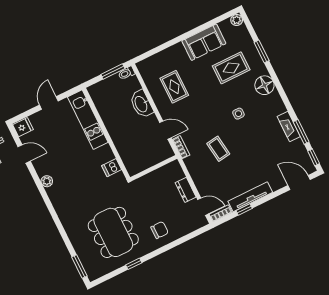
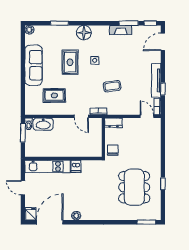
sofa: (204, 42) -> (34, 65), width x1.36
rug: (231, 68) -> (70, 62), moved
washbasin: (141, 104) -> (43, 124), moved
door: (165, 130) -> (81, 116), swing flipped
door: (24, 154) -> (50, 222), width x1.87
dishwasher: (112, 168) -> (76, 166), moved
dresser: (186, 190) -> (114, 123), moved
door: (203, 207) -> (147, 116), hinge flipped
chair: (160, 230) -> (113, 150), moved
dining table: (113, 232) -> (134, 187), turned 90

